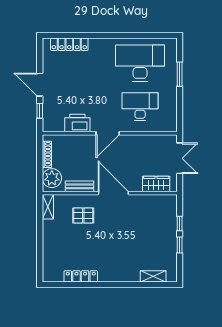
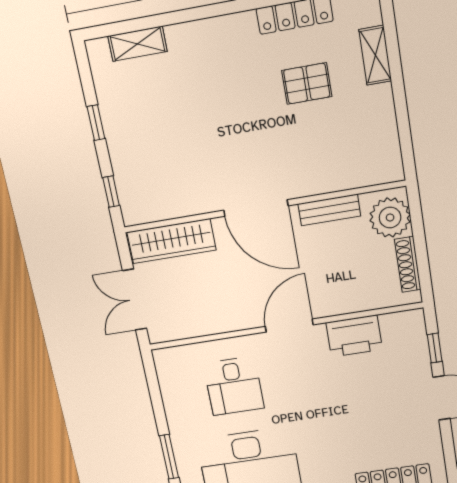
desk: (140, 107) -> (234, 386), width x0.73
wardrobe: (156, 184) -> (171, 241), width x1.50
shelving: (48, 207) -> (375, 55), moved
pallet: (83, 216) -> (307, 84), moved
window: (180, 223) -> (111, 192), moved

